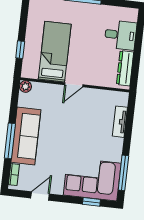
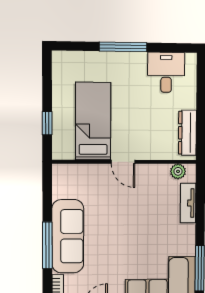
desk: (120, 35) -> (166, 72), moved, turned -90
door: (74, 85) -> (123, 162), hinge flipped
plant: (25, 86) -> (178, 171), moved

